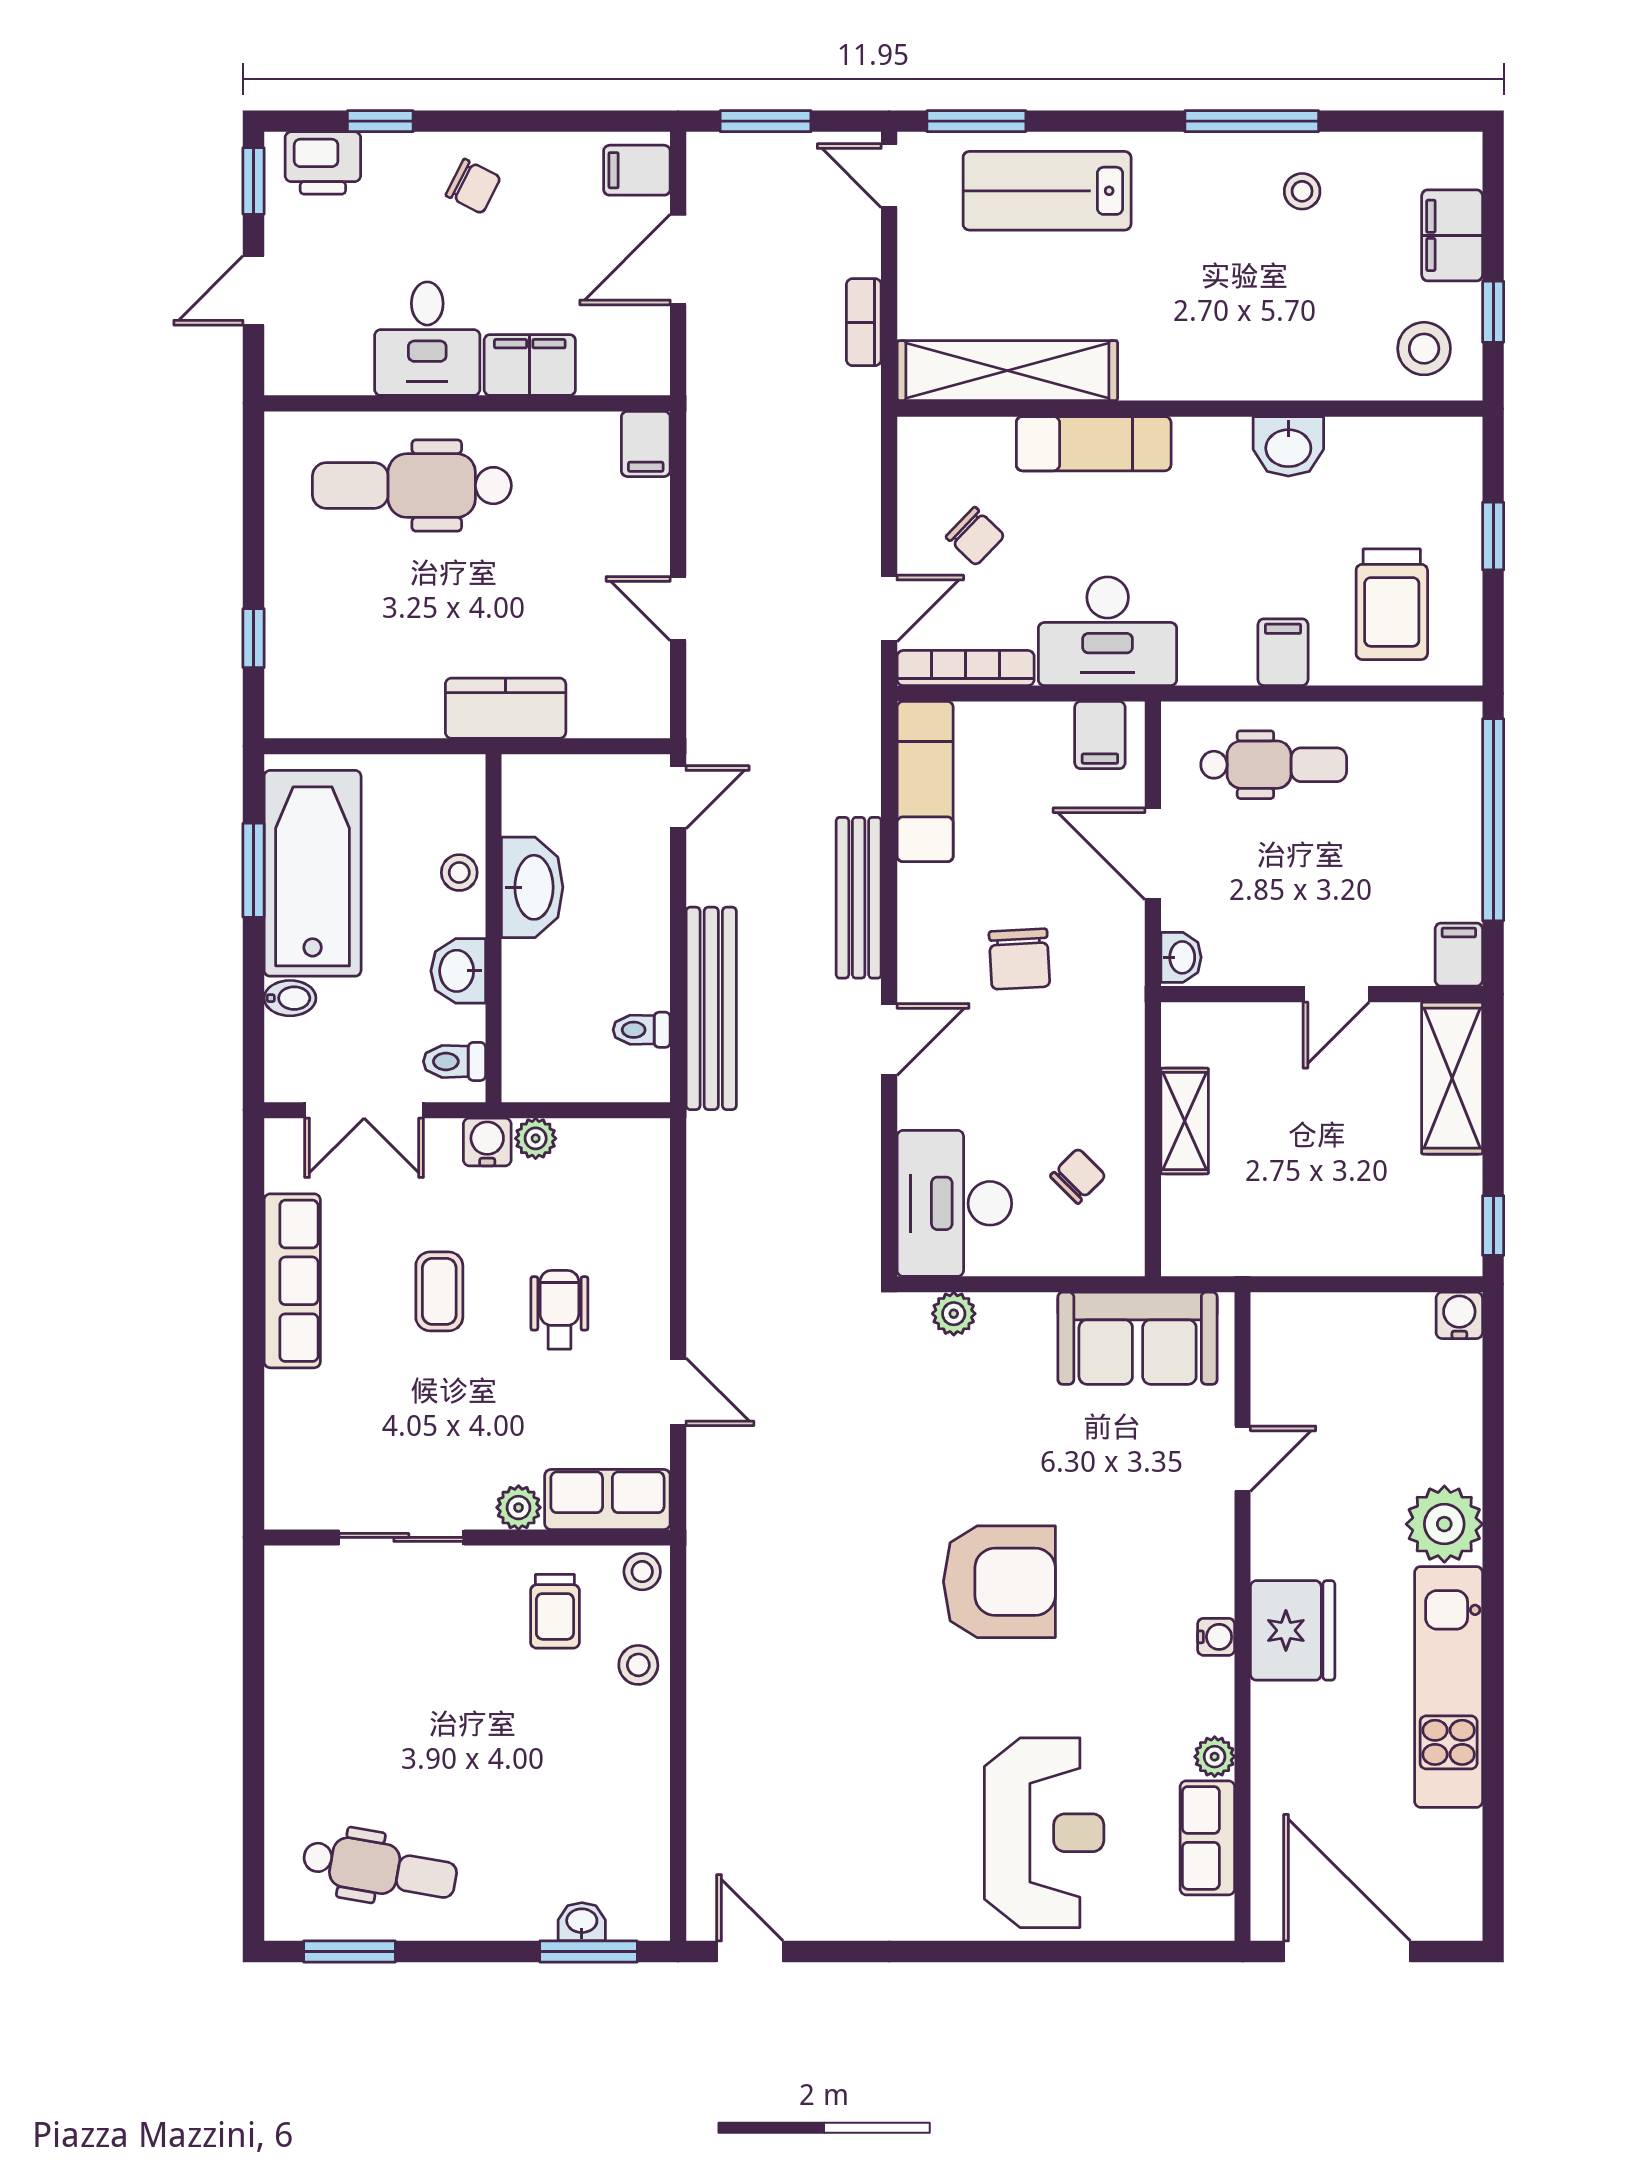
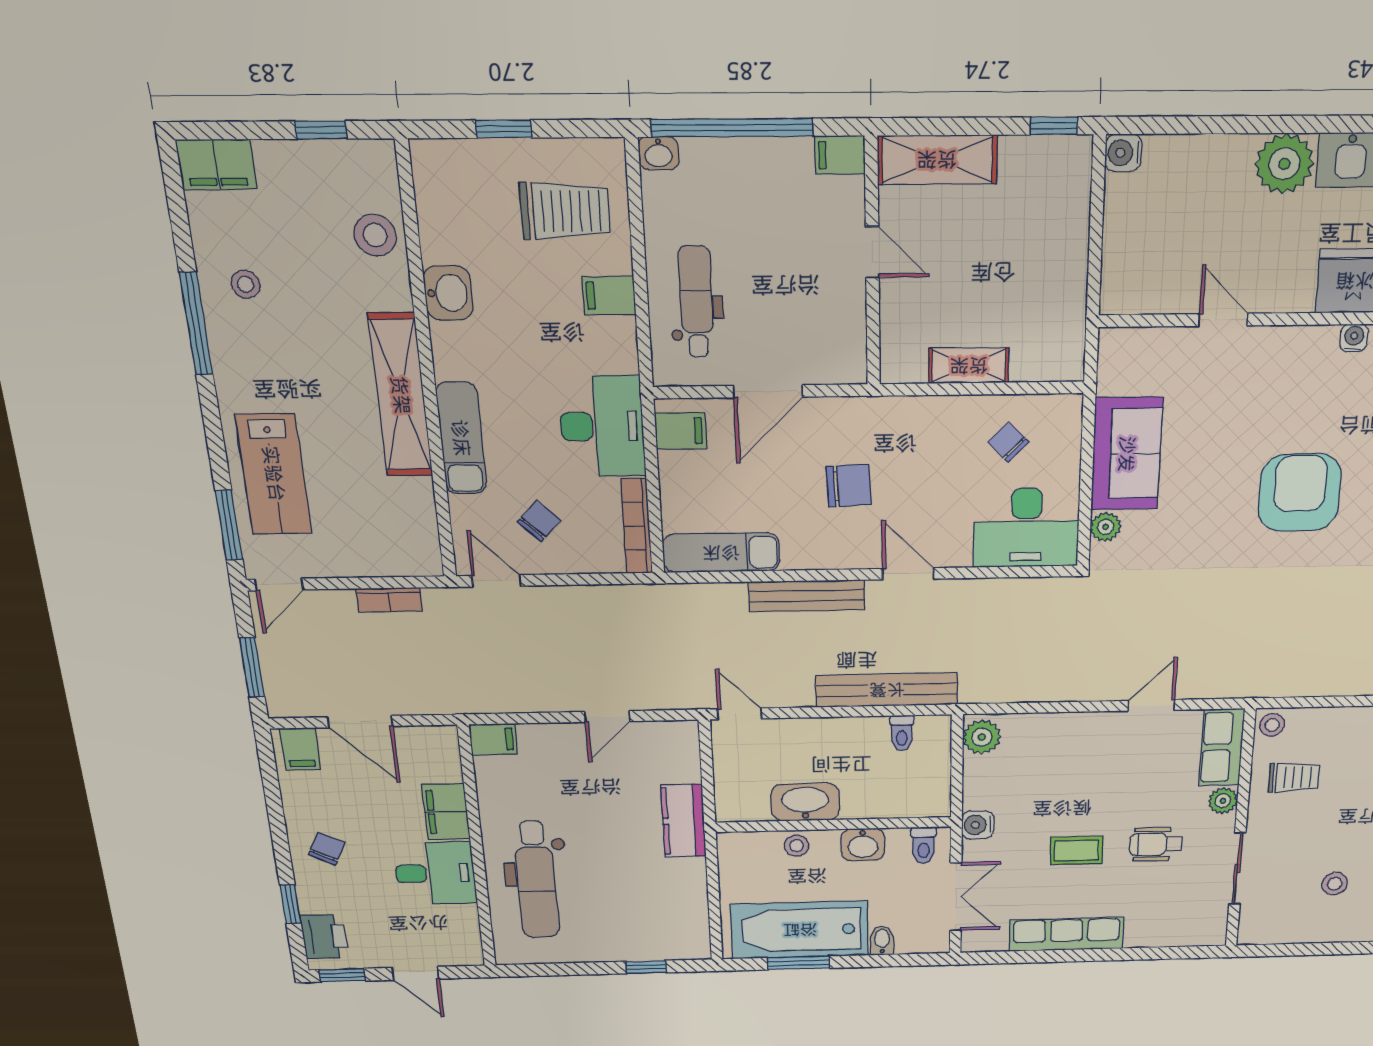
filing cabinet: (1452, 235) -> (216, 165), moved
stool: (1424, 349) -> (375, 235), moved
shelving: (1007, 371) -> (401, 395), moved
door: (889, 608) -> (496, 581), moved
washbasin: (1181, 957) -> (658, 153), moved, turned 180
plant: (536, 1138) -> (982, 737), moved, width x1.38, depth x1.38
wheelchair: (559, 1310) -> (1156, 844), moved
sofa: (1138, 1338) -> (1127, 454), moved
stool: (638, 1665) -> (1335, 884), moved

